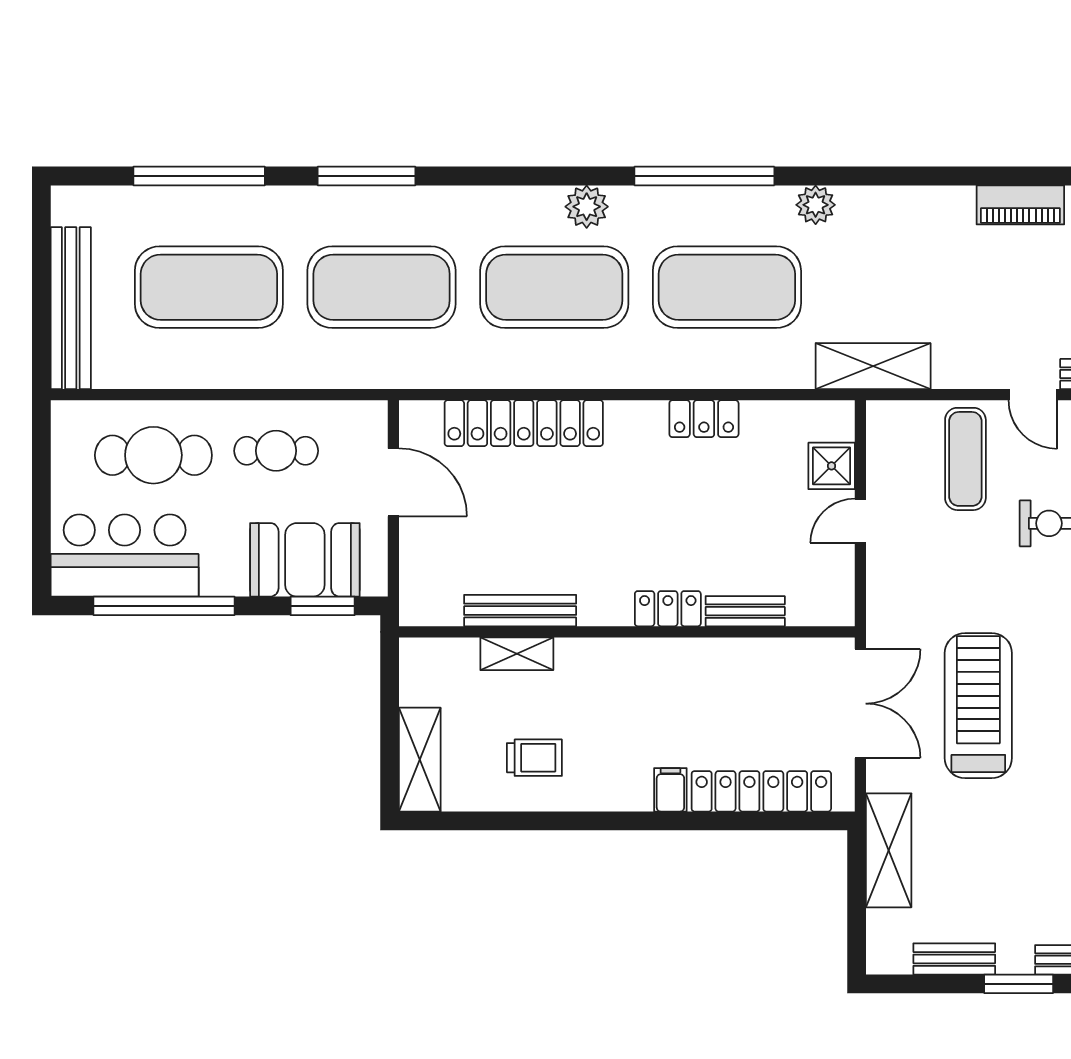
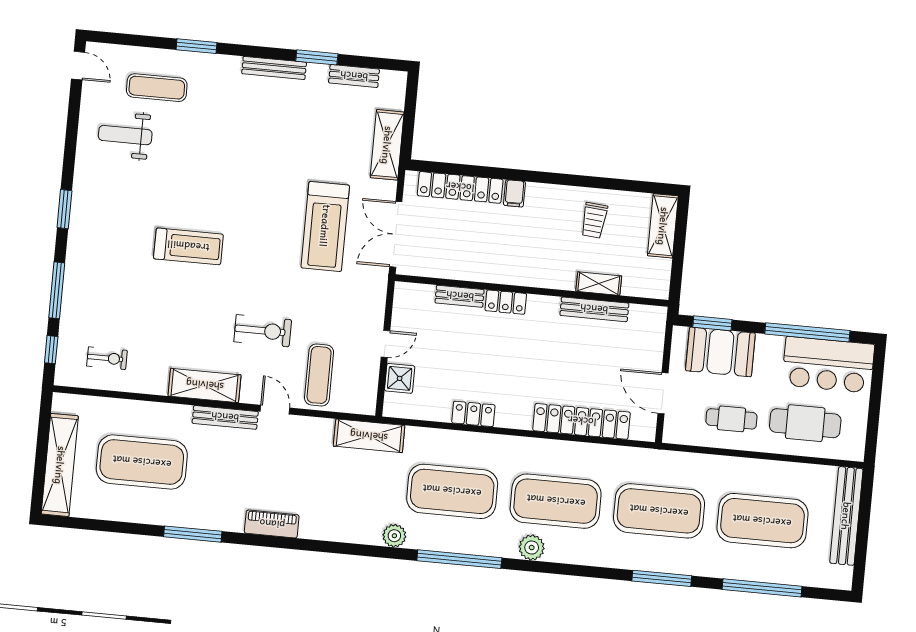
trolley: (534, 758) -> (594, 220), turned -85

